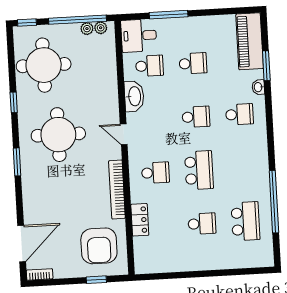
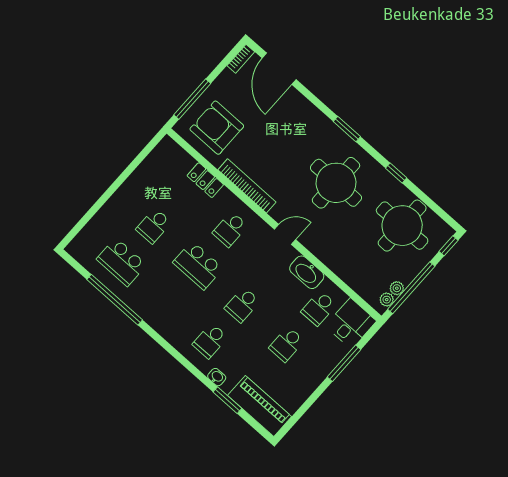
window: (96, 280) -> (192, 99), width x2.17

